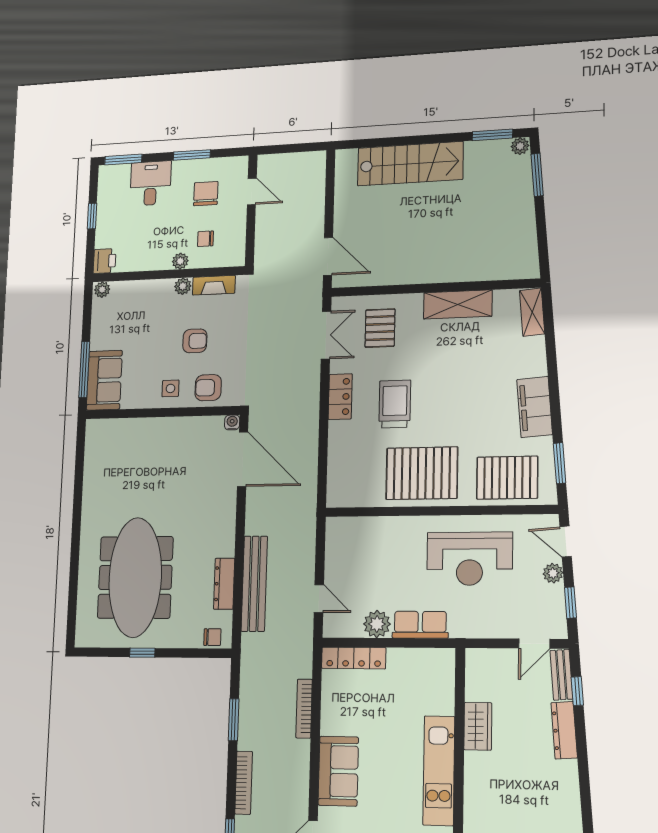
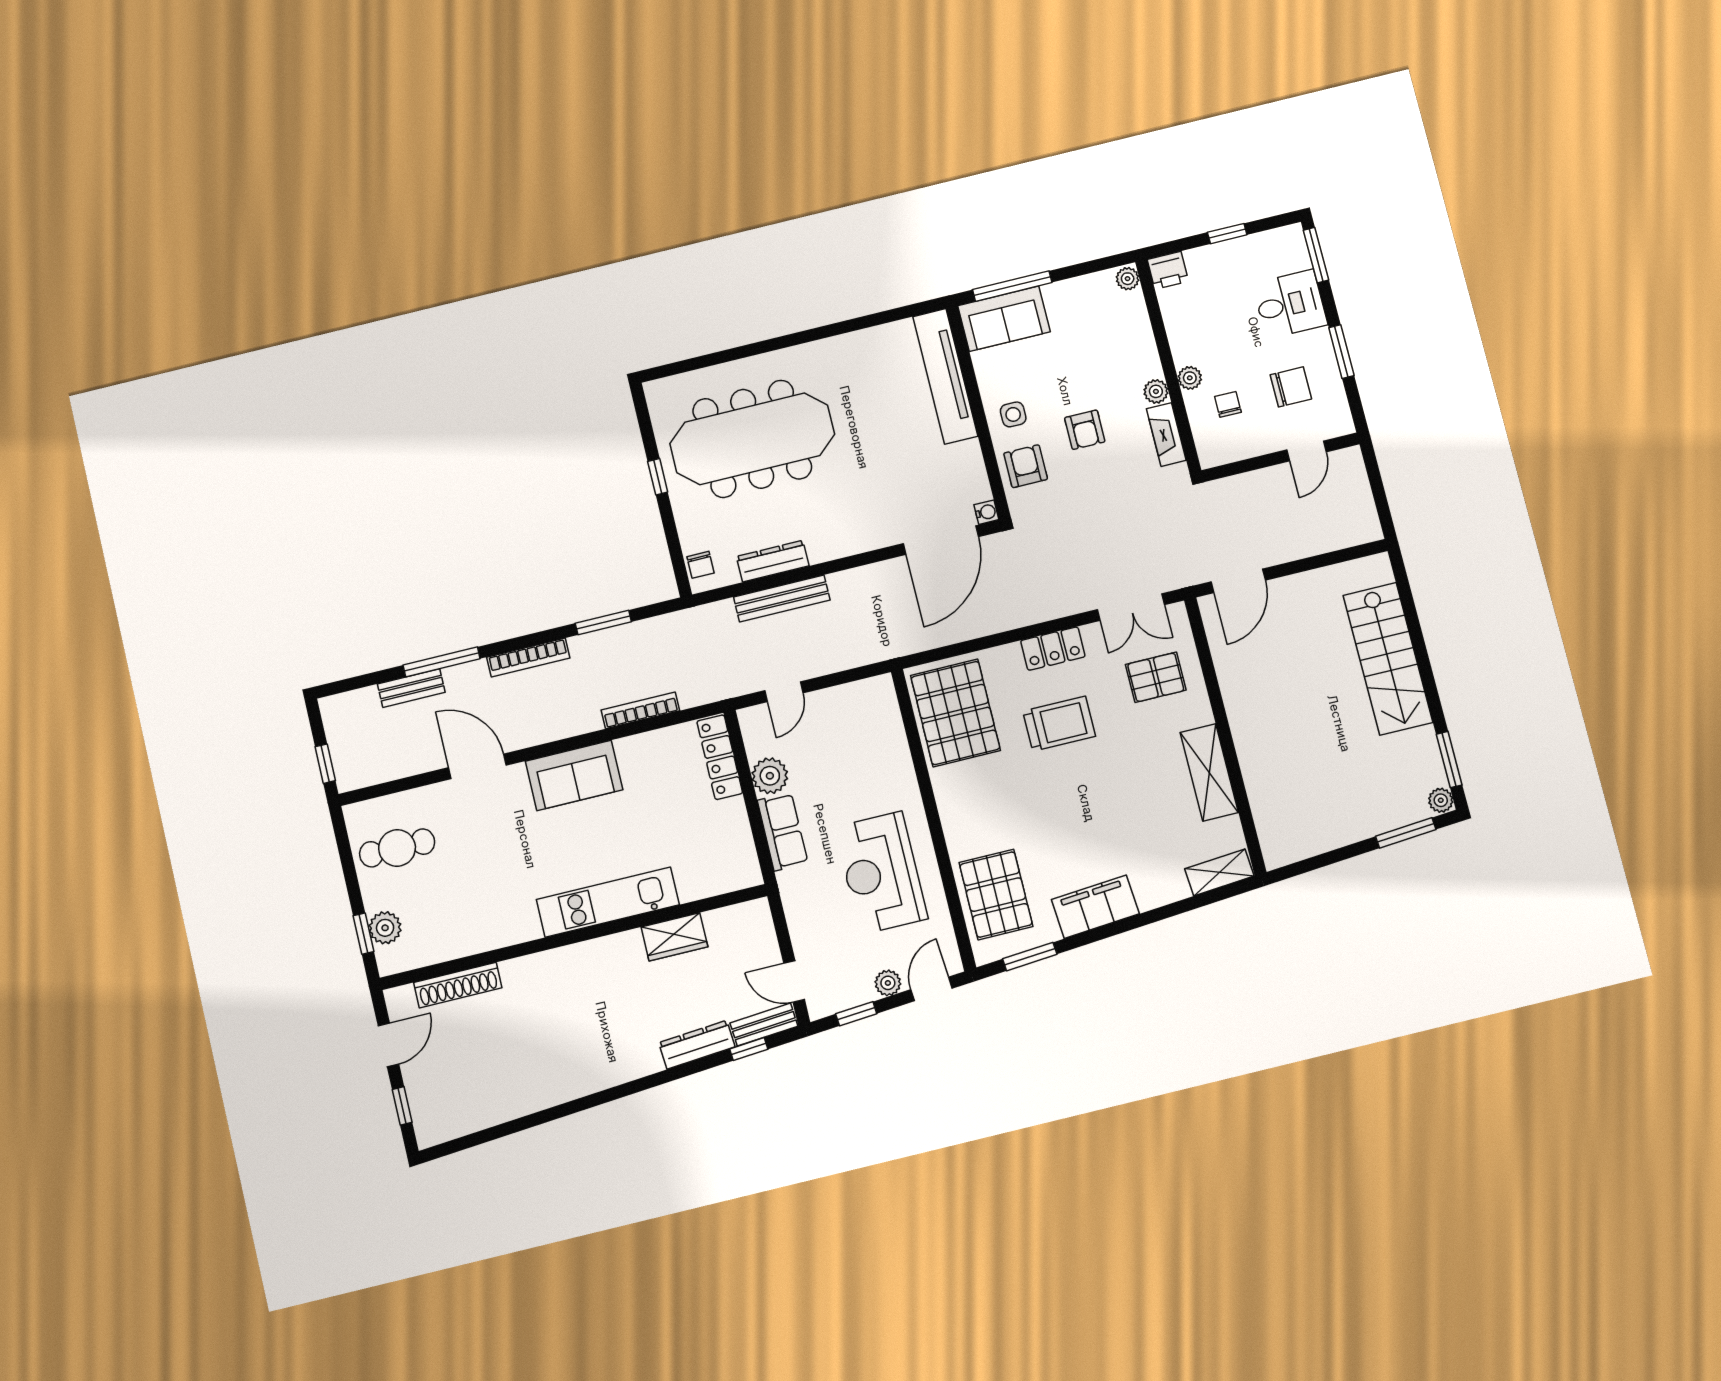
tv unit: (131, 430) -> (945, 376), added
pallet: (422, 473) -> (955, 713), moved
bench: (254, 584) -> (782, 599), width x0.73, depth x0.82

